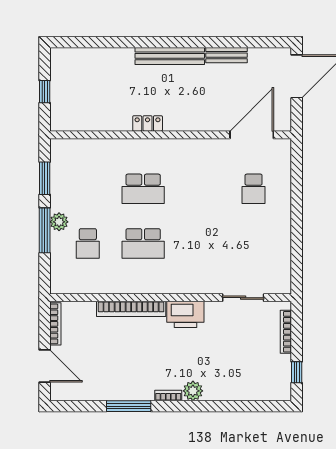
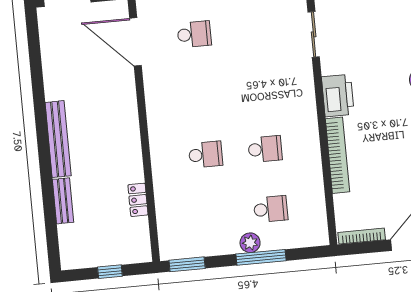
bench: (226, 55) -> (63, 201), moved
locker: (148, 123) -> (138, 200), moved
window: (45, 178) -> (187, 264), moved
school desk: (143, 189) -> (206, 155), width x0.54
school desk: (143, 243) -> (265, 149), width x0.54

